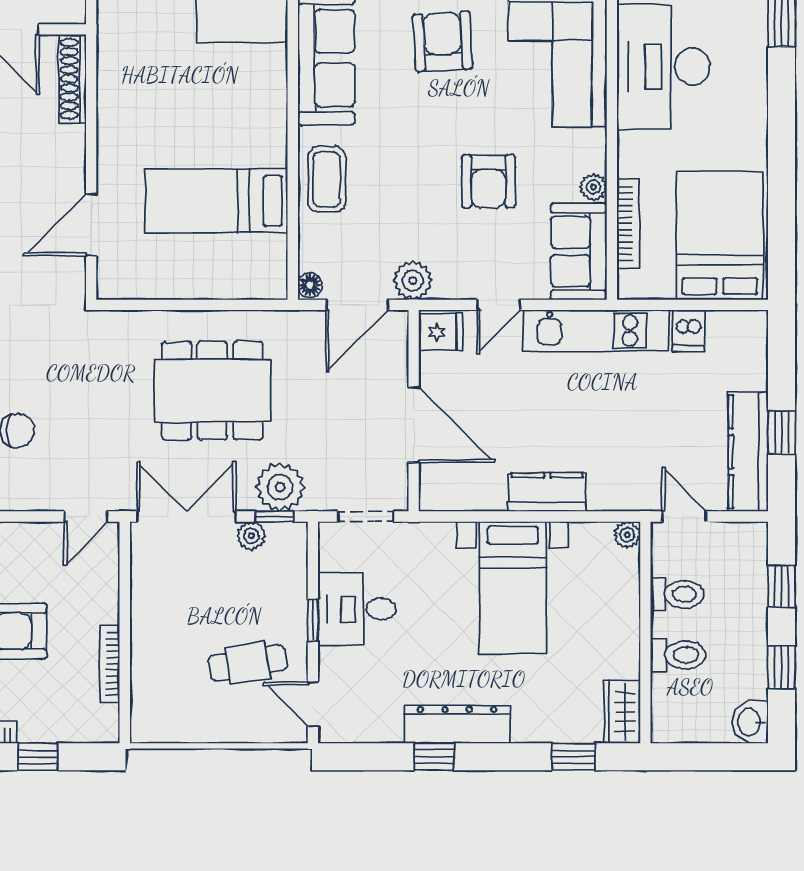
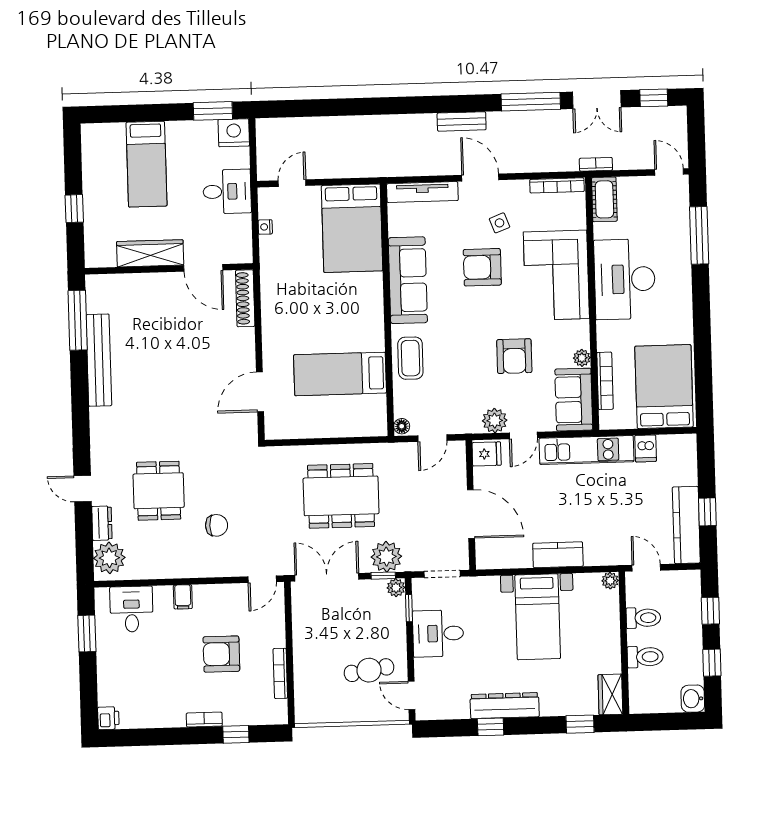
armchair: (443, 41) -> (482, 267), turned -87
plant: (413, 280) -> (495, 421), moved
door: (357, 305) -> (432, 438), width x0.73
plant: (251, 536) -> (396, 588), moved
window: (313, 620) -> (409, 608), moved

